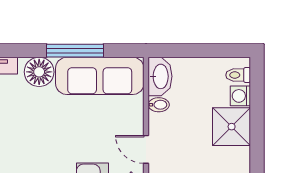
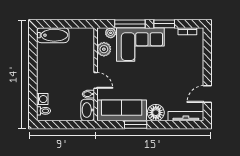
window: (75, 51) -> (136, 125), width x0.69
shower: (232, 127) -> (47, 82), removed
door: (146, 149) -> (96, 80), moved

